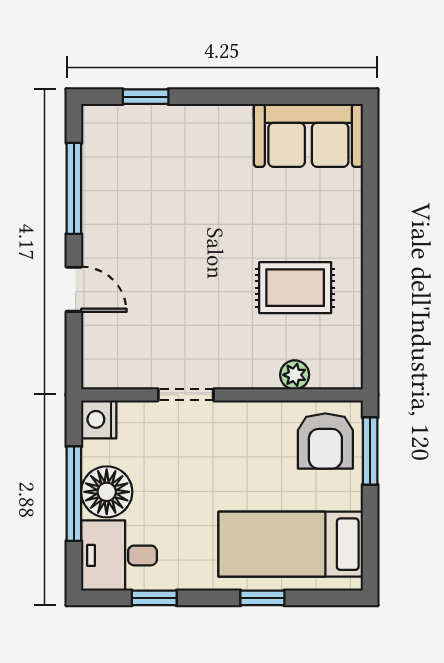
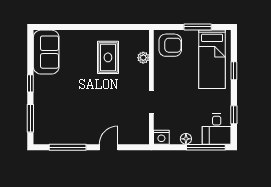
window: (146, 97) -> (30, 118), width x1.50
window: (231, 97) -> (30, 83), added
window: (370, 451) -> (198, 27), moved
floor lamp: (107, 492) -> (186, 139), width x0.53, depth x0.53
window: (74, 494) -> (206, 147), moved

